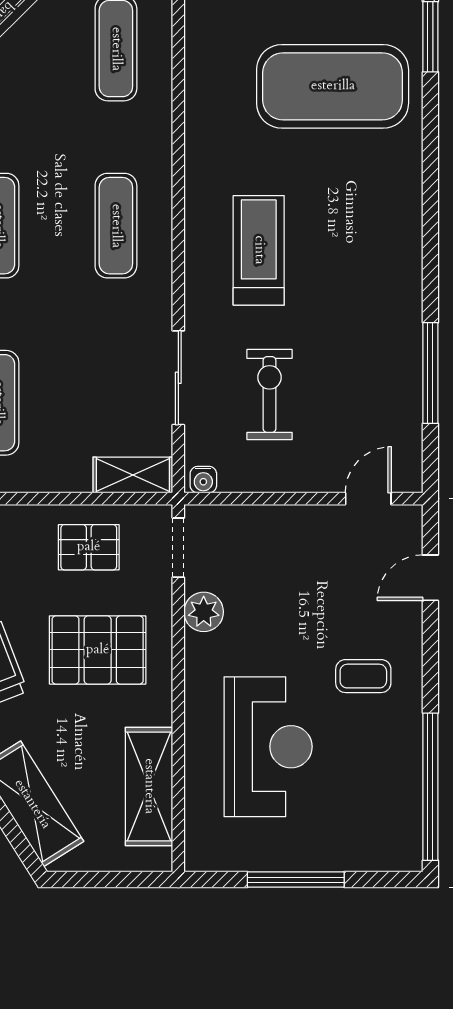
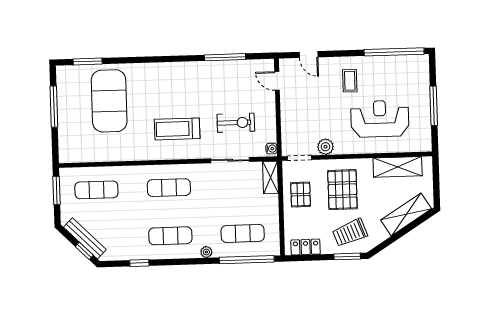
exercise bike: (270, 394) -> (236, 123), turned 180

